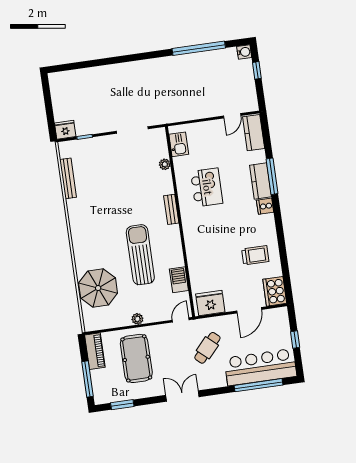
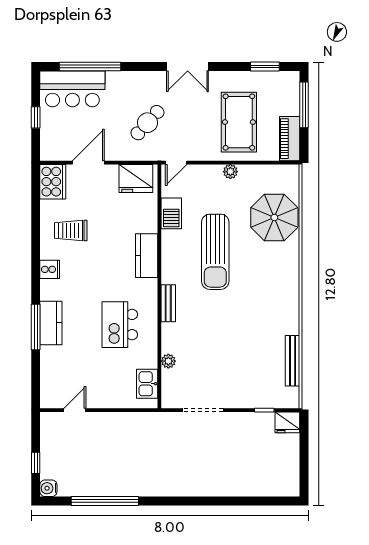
kitchen counter: (254, 133) -> (147, 256), moved, turned 180
cooker: (265, 206) -> (50, 269), moved
bar counter: (260, 367) -> (72, 89), width x0.73

